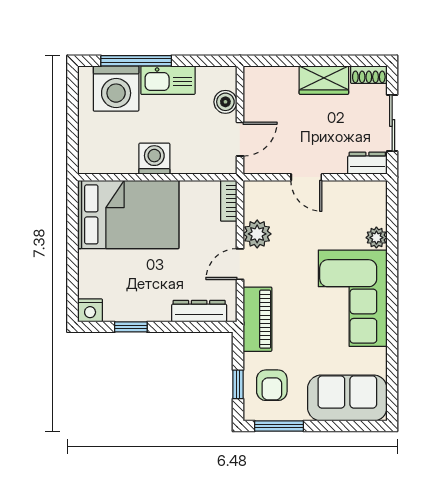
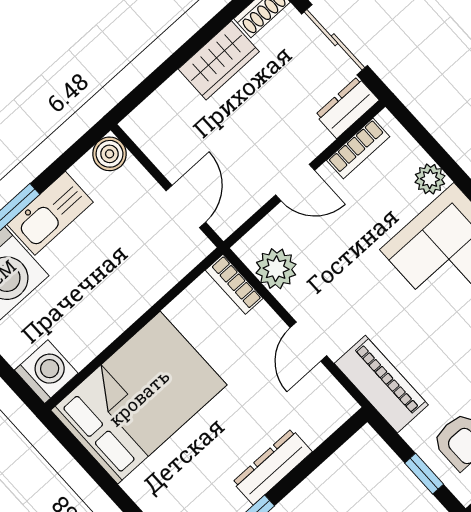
boiler: (225, 102) -> (110, 154), moved
washing machine: (154, 159) -> (46, 372), moved, turned 90
bookcase: (354, 189) -> (358, 148), added
plant: (257, 234) -> (276, 269), moved
dresser: (199, 311) -> (272, 467), moved

